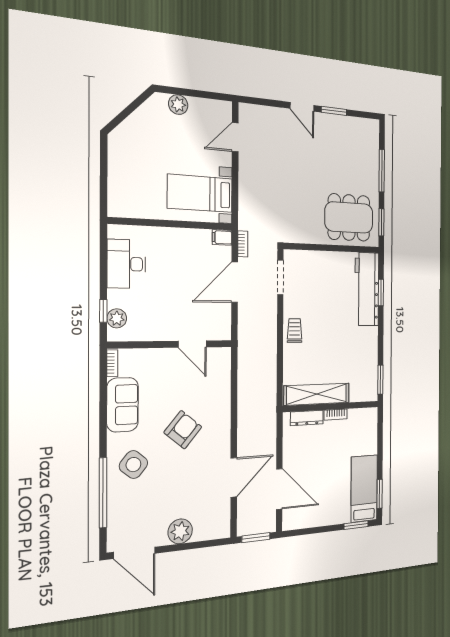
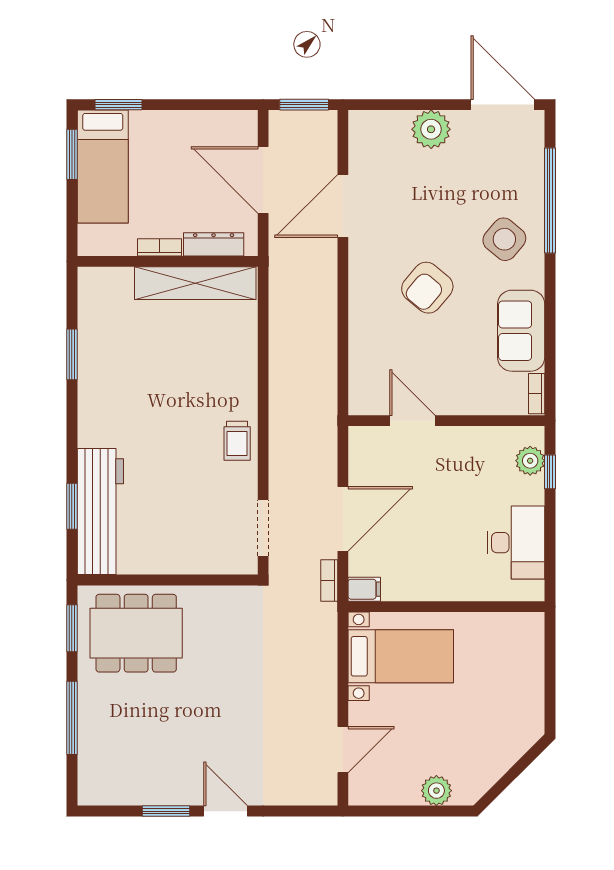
shelving: (317, 394) -> (195, 283), moved
wall: (331, 406) -> (168, 261), moved
bookcase: (336, 415) -> (160, 247), moved
dresser: (307, 418) -> (214, 244), moved

